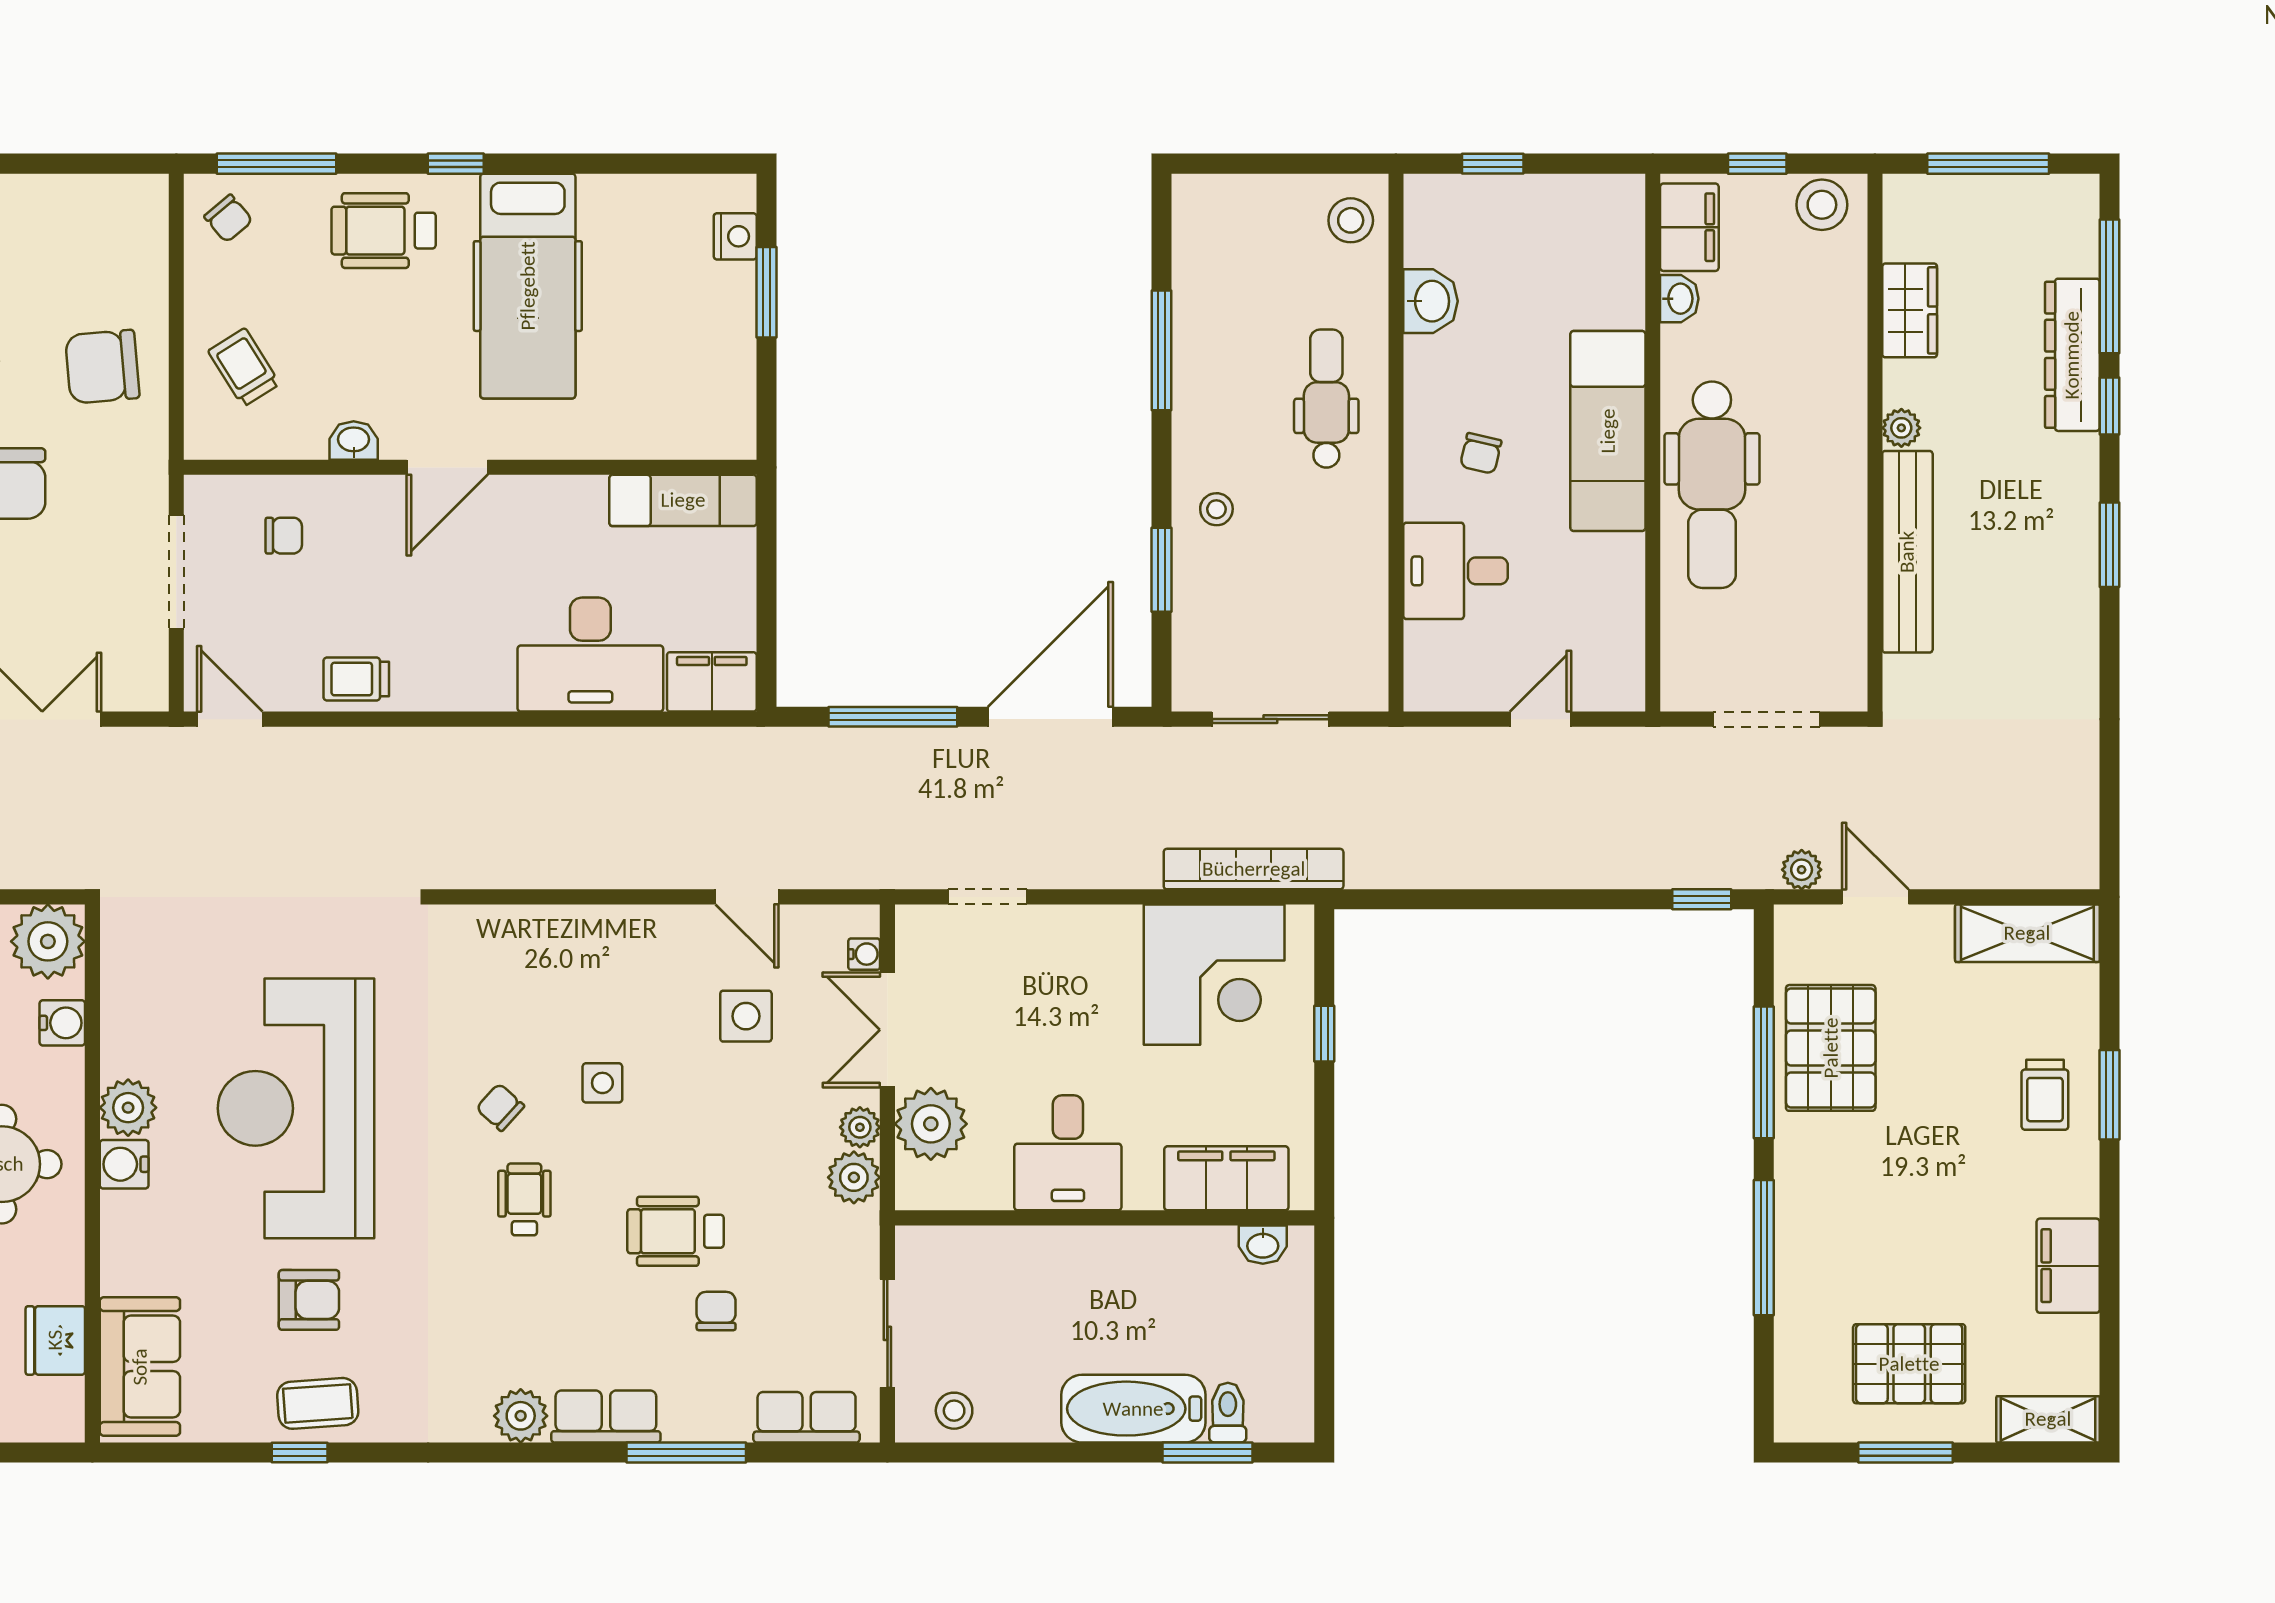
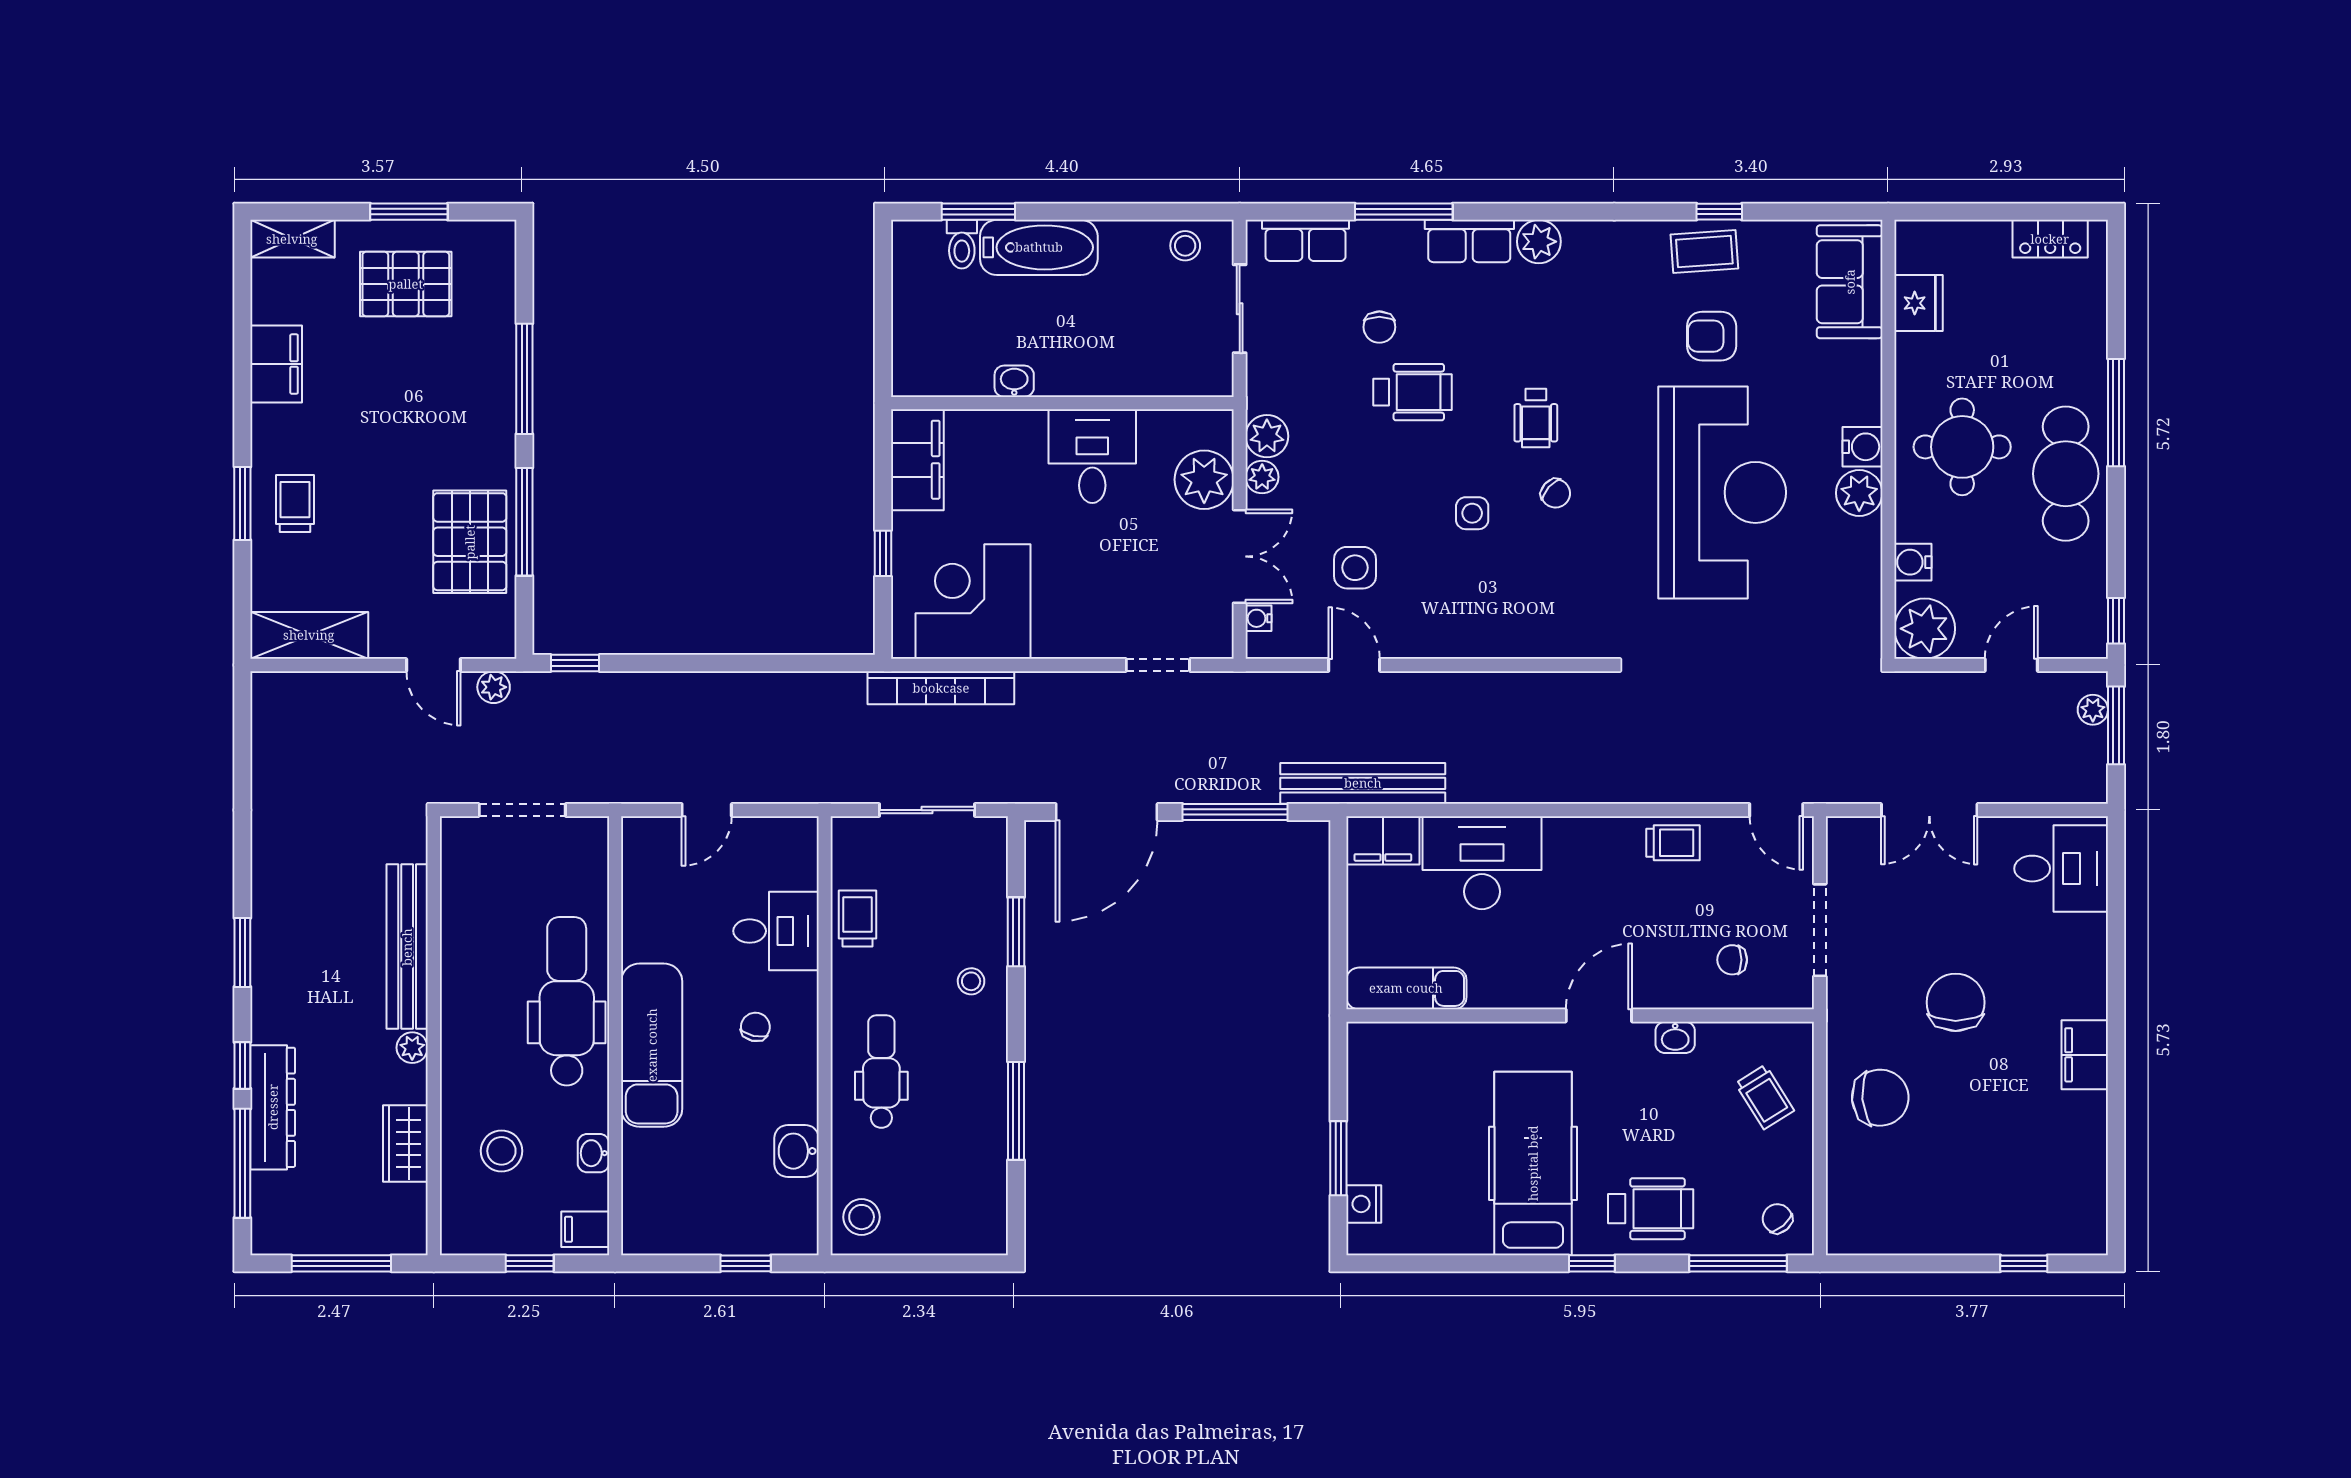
stool: (1822, 205) -> (501, 1151), moved
filing cabinet: (1689, 227) -> (585, 1229), width x0.50
dental chair: (1326, 399) -> (881, 1072), turned 180
trolley: (1356, 586) -> (857, 919), added
bench: (737, 752) -> (1363, 783), added
filing cabinet: (1226, 1178) -> (917, 460), moved, turned -90
washbasin: (1263, 1245) -> (1014, 381), moved

